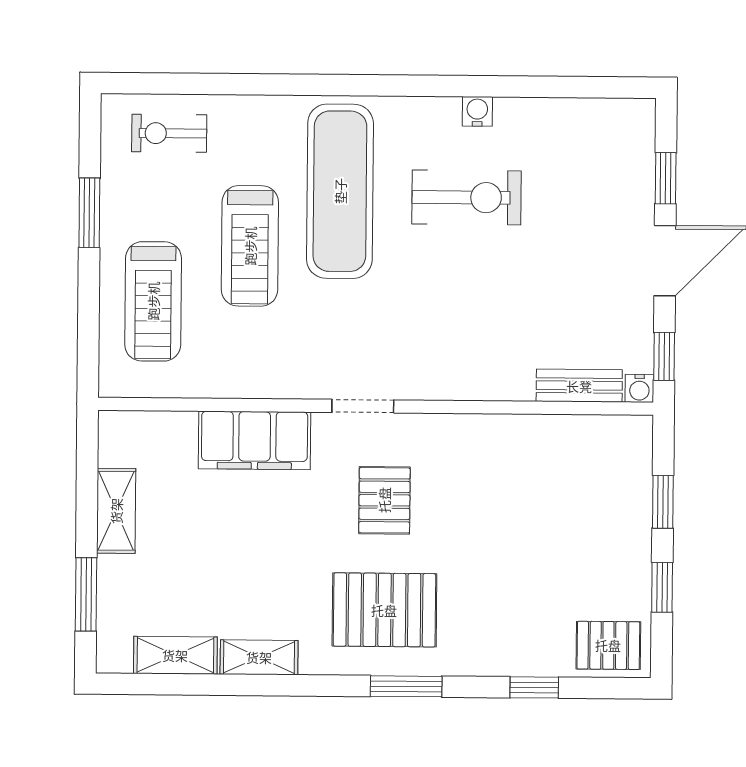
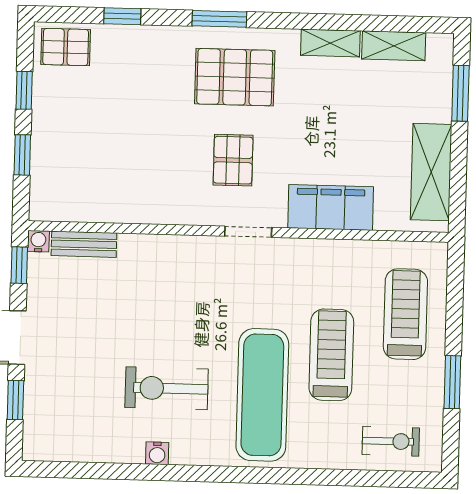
shelving: (116, 511) -> (431, 172), width x1.50, depth x1.33

